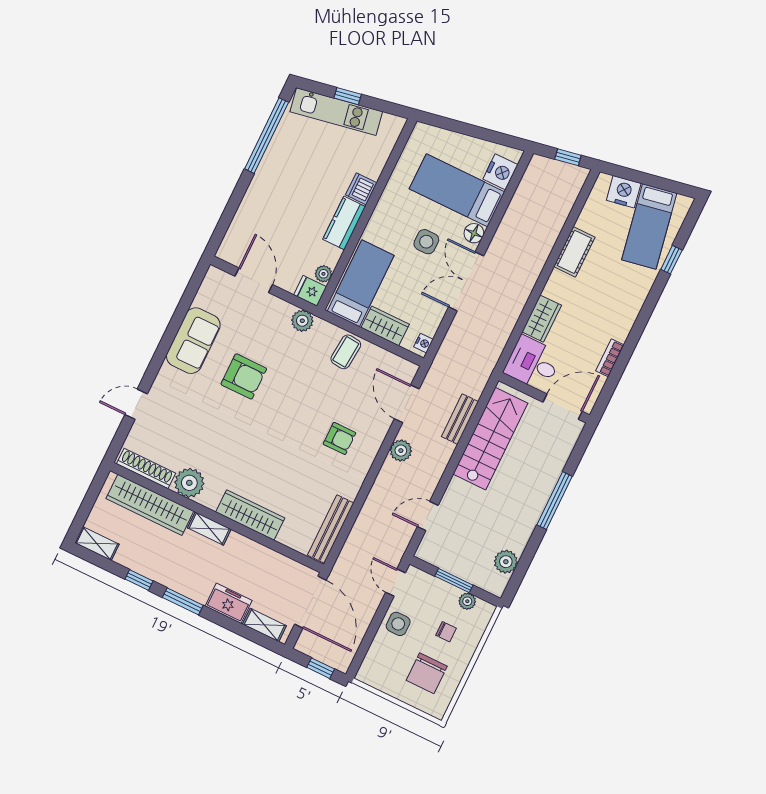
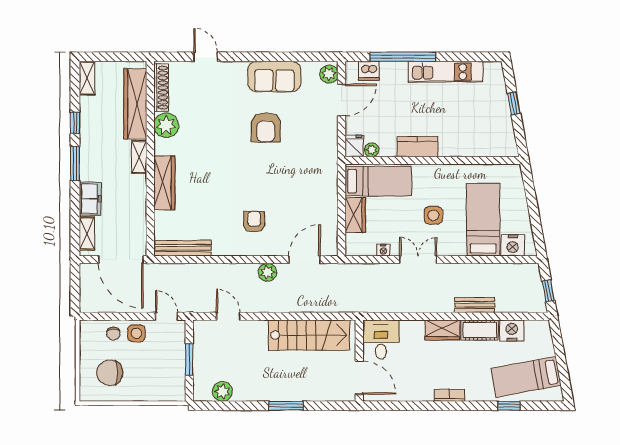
kitchen unit: (336, 112) -> (446, 72), moved, turned -80
window: (267, 136) -> (403, 57), moved
dishwasher: (361, 189) -> (369, 71), moved, turned 180
nightstand: (624, 192) -> (512, 331), moved, turned -80
floor lamp: (474, 233) -> (457, 248), removed
double door: (466, 281) -> (418, 260), width x0.73
wardrobe: (542, 319) -> (442, 330), moved
plant: (302, 321) -> (329, 74), moved
nightstand: (423, 343) -> (383, 250), moved
coffee table: (346, 352) -> (321, 195), removed
bookcase: (610, 358) -> (449, 395), moved
bench: (460, 419) -> (475, 305), moved
armchair: (339, 438) -> (254, 222), turned 180
window: (555, 501) -> (286, 406), width x0.69
door: (395, 583) -> (167, 316), hinge flipped
plant: (467, 601) -> (179, 377), removed
door: (310, 602) -> (121, 260), hinge flipped
chair: (446, 632) -> (113, 334), moved
window: (321, 668) -> (75, 291), removed

